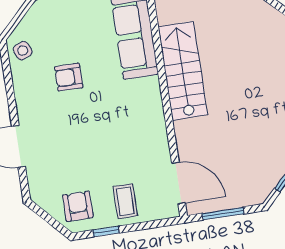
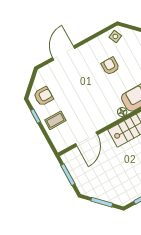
floor lamp: (152, 85) -> (122, 112), added
door: (178, 183) -> (86, 139), moved

